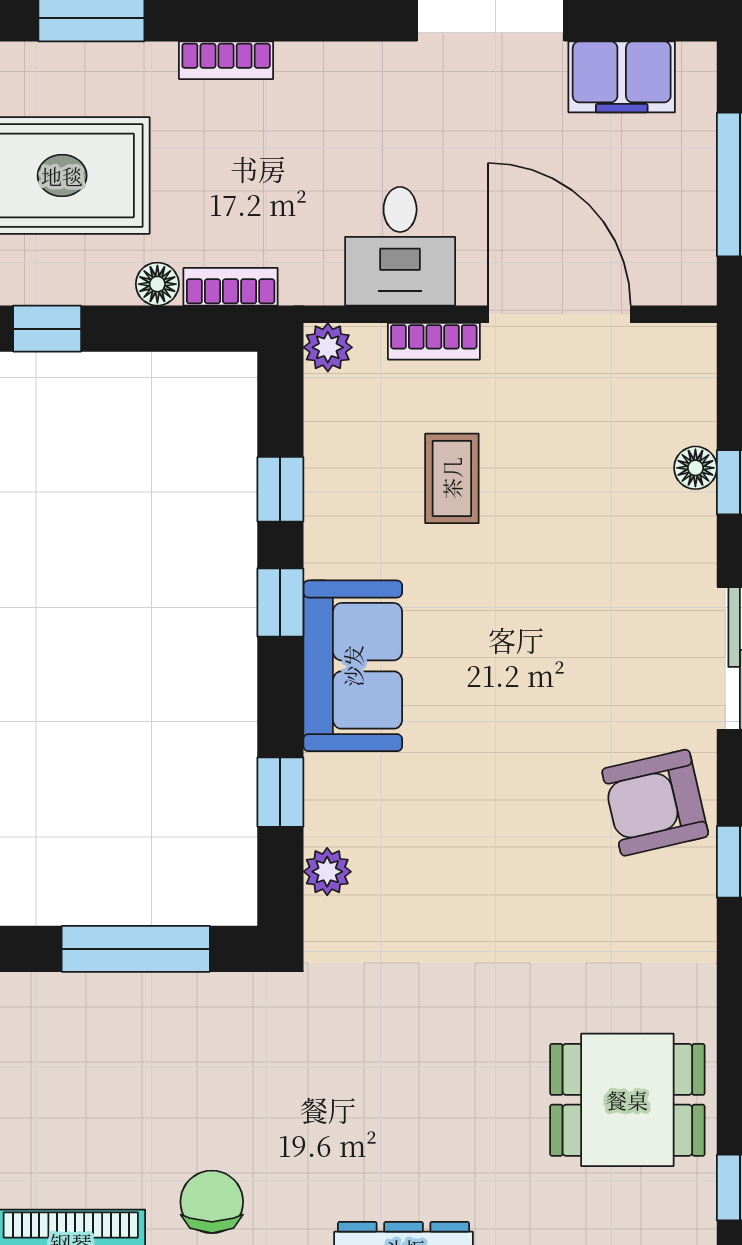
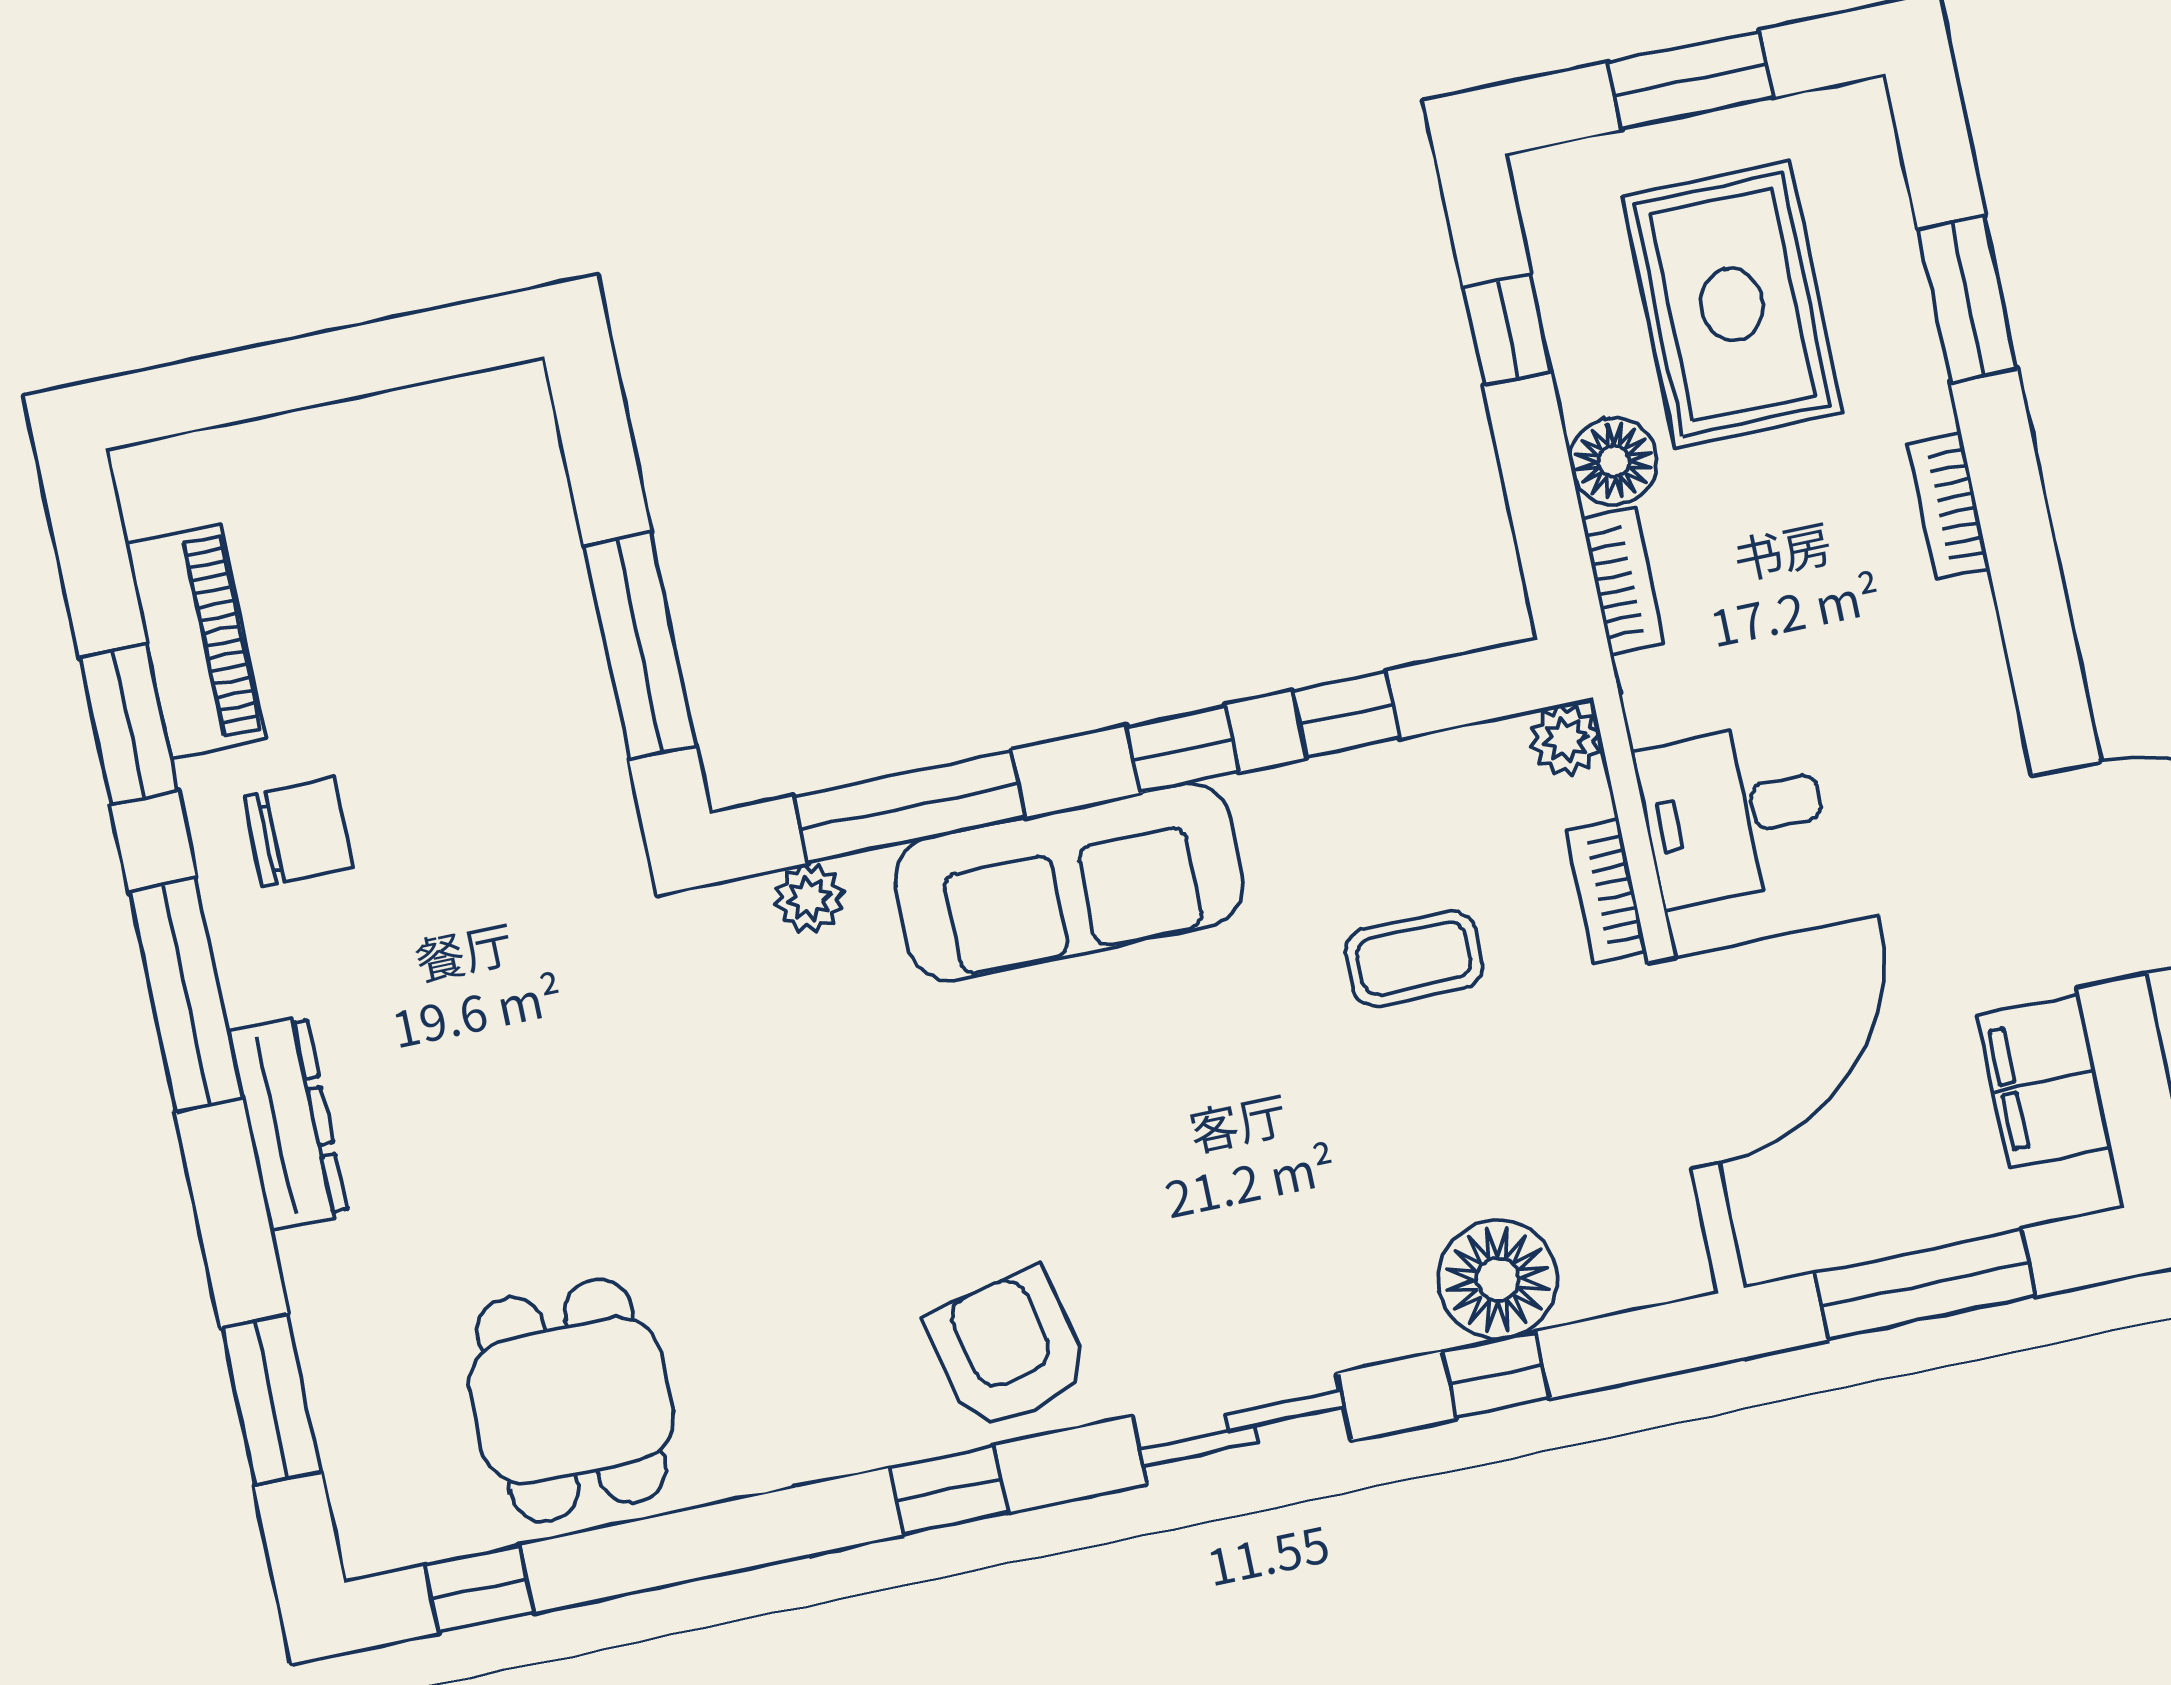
floor lamp: (157, 284) -> (1614, 461), width x1.37, depth x1.37
floor lamp: (695, 468) -> (1497, 1279), width x1.89, depth x1.89
sofa: (353, 666) -> (1069, 882), width x1.36
window: (280, 792) -> (910, 807), width x2.17

